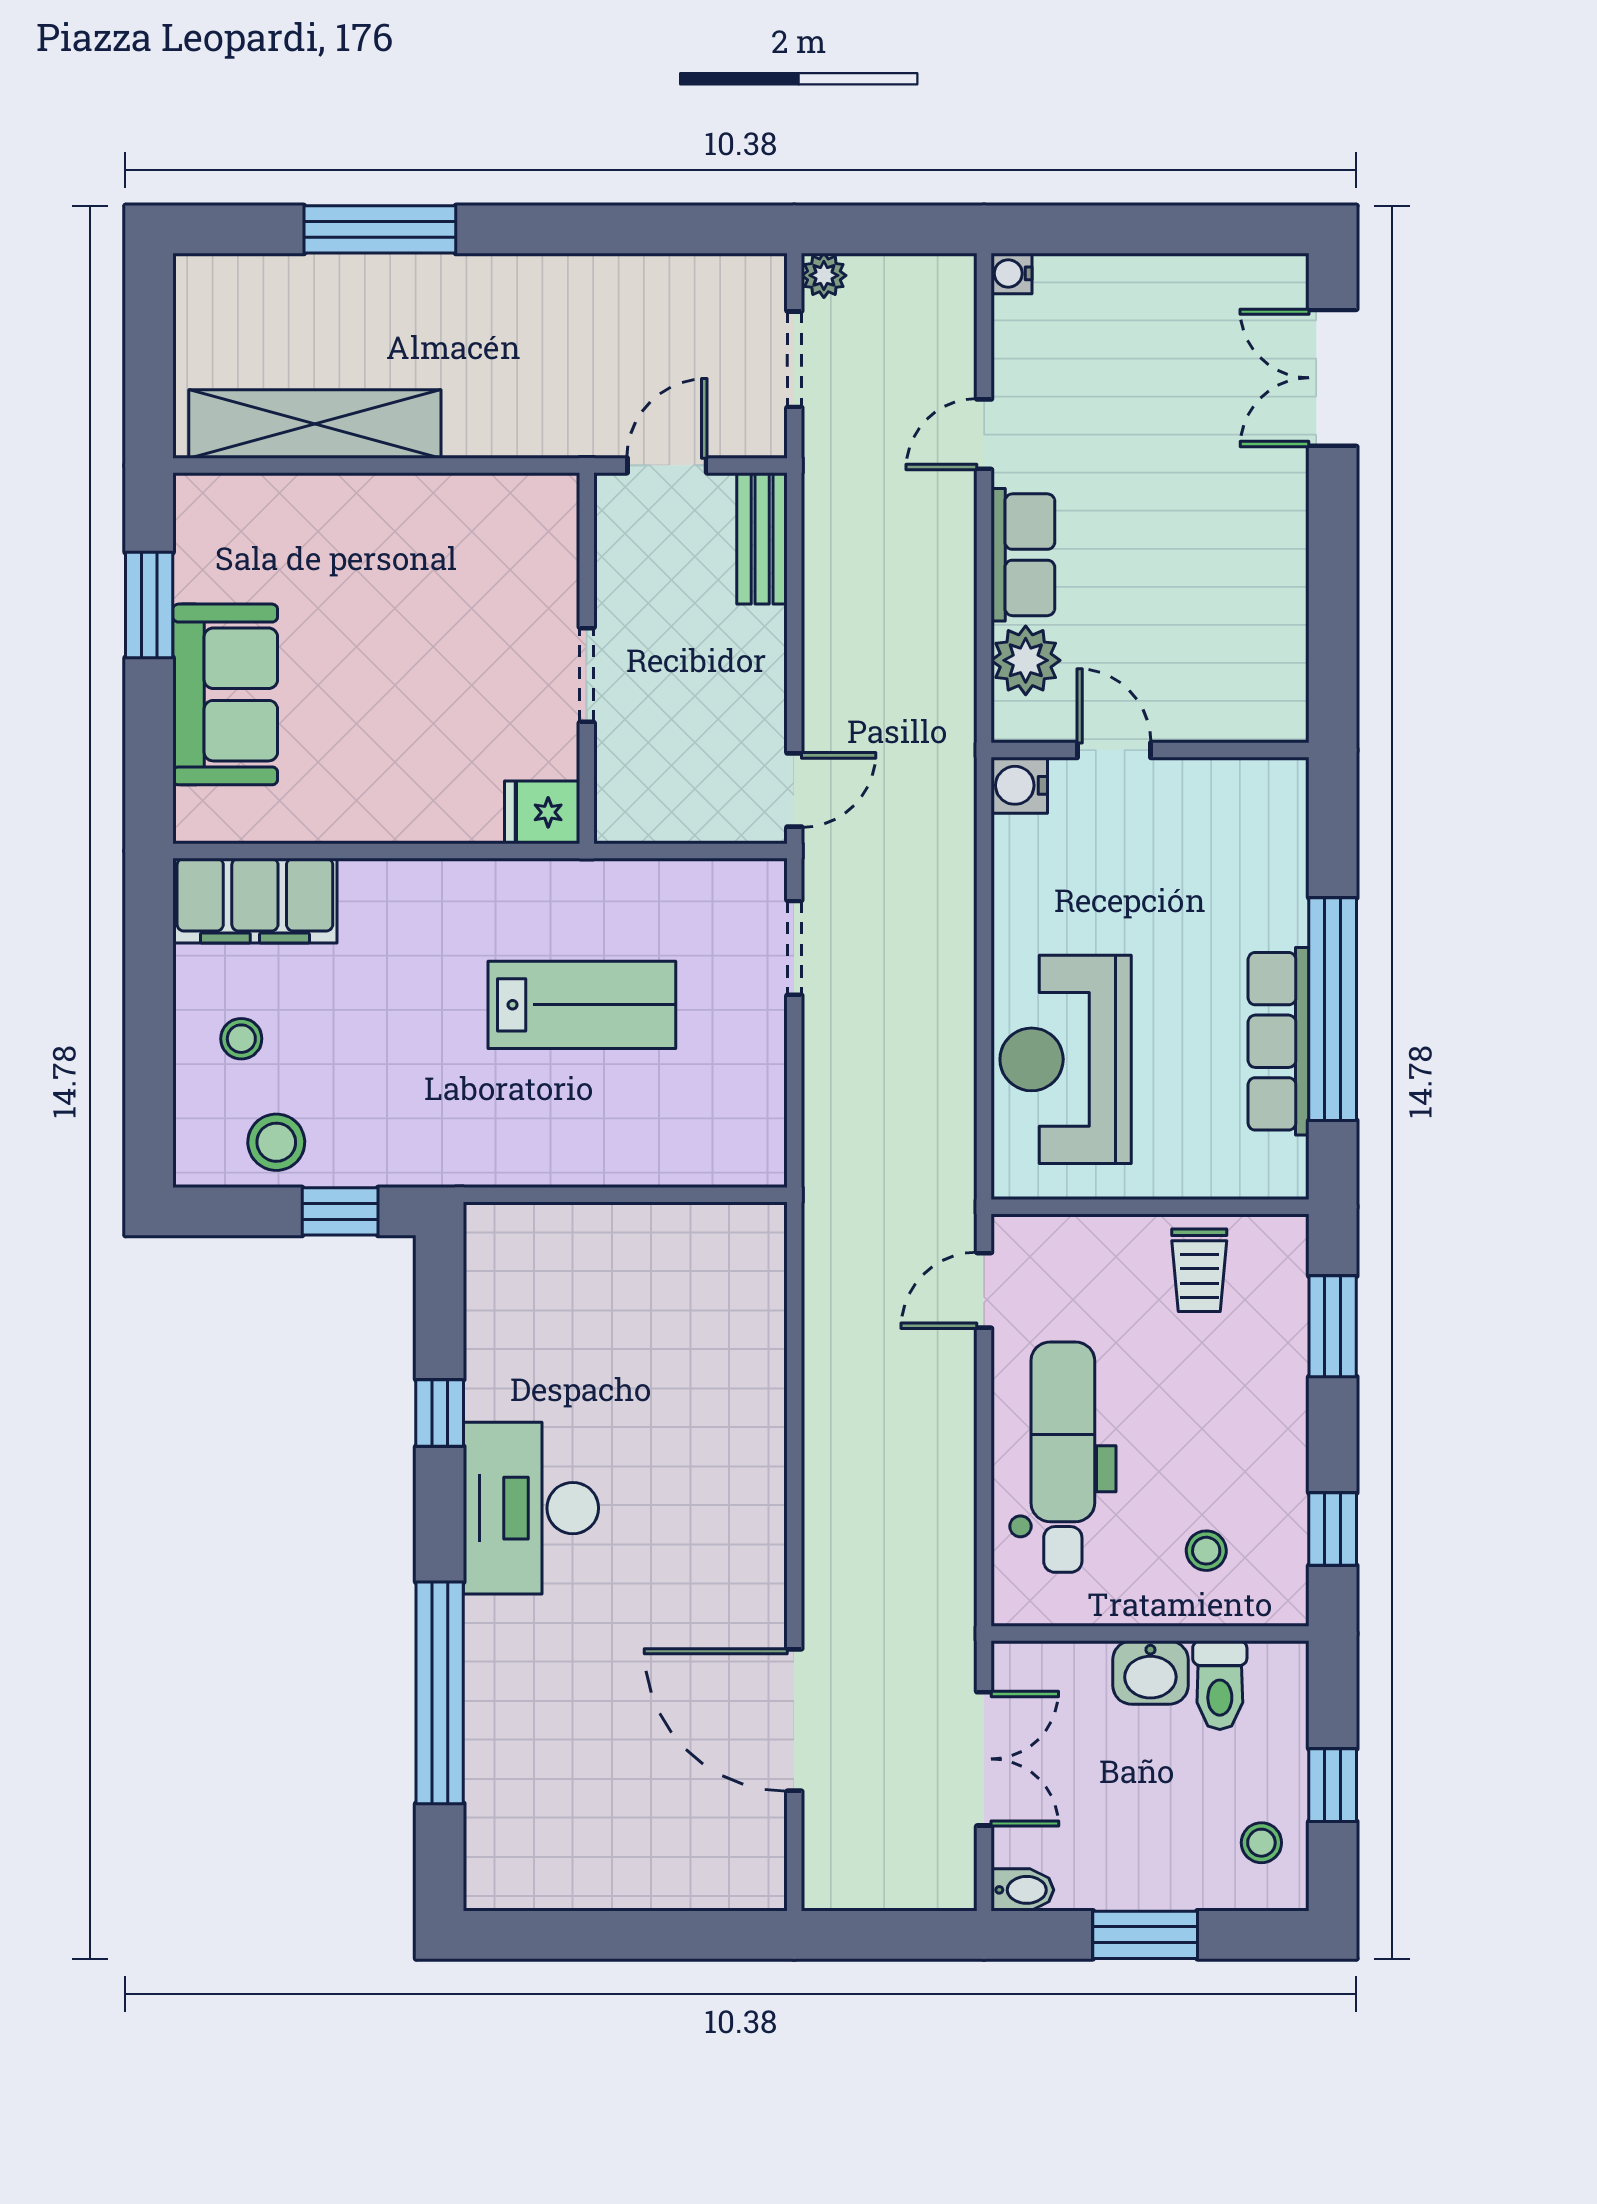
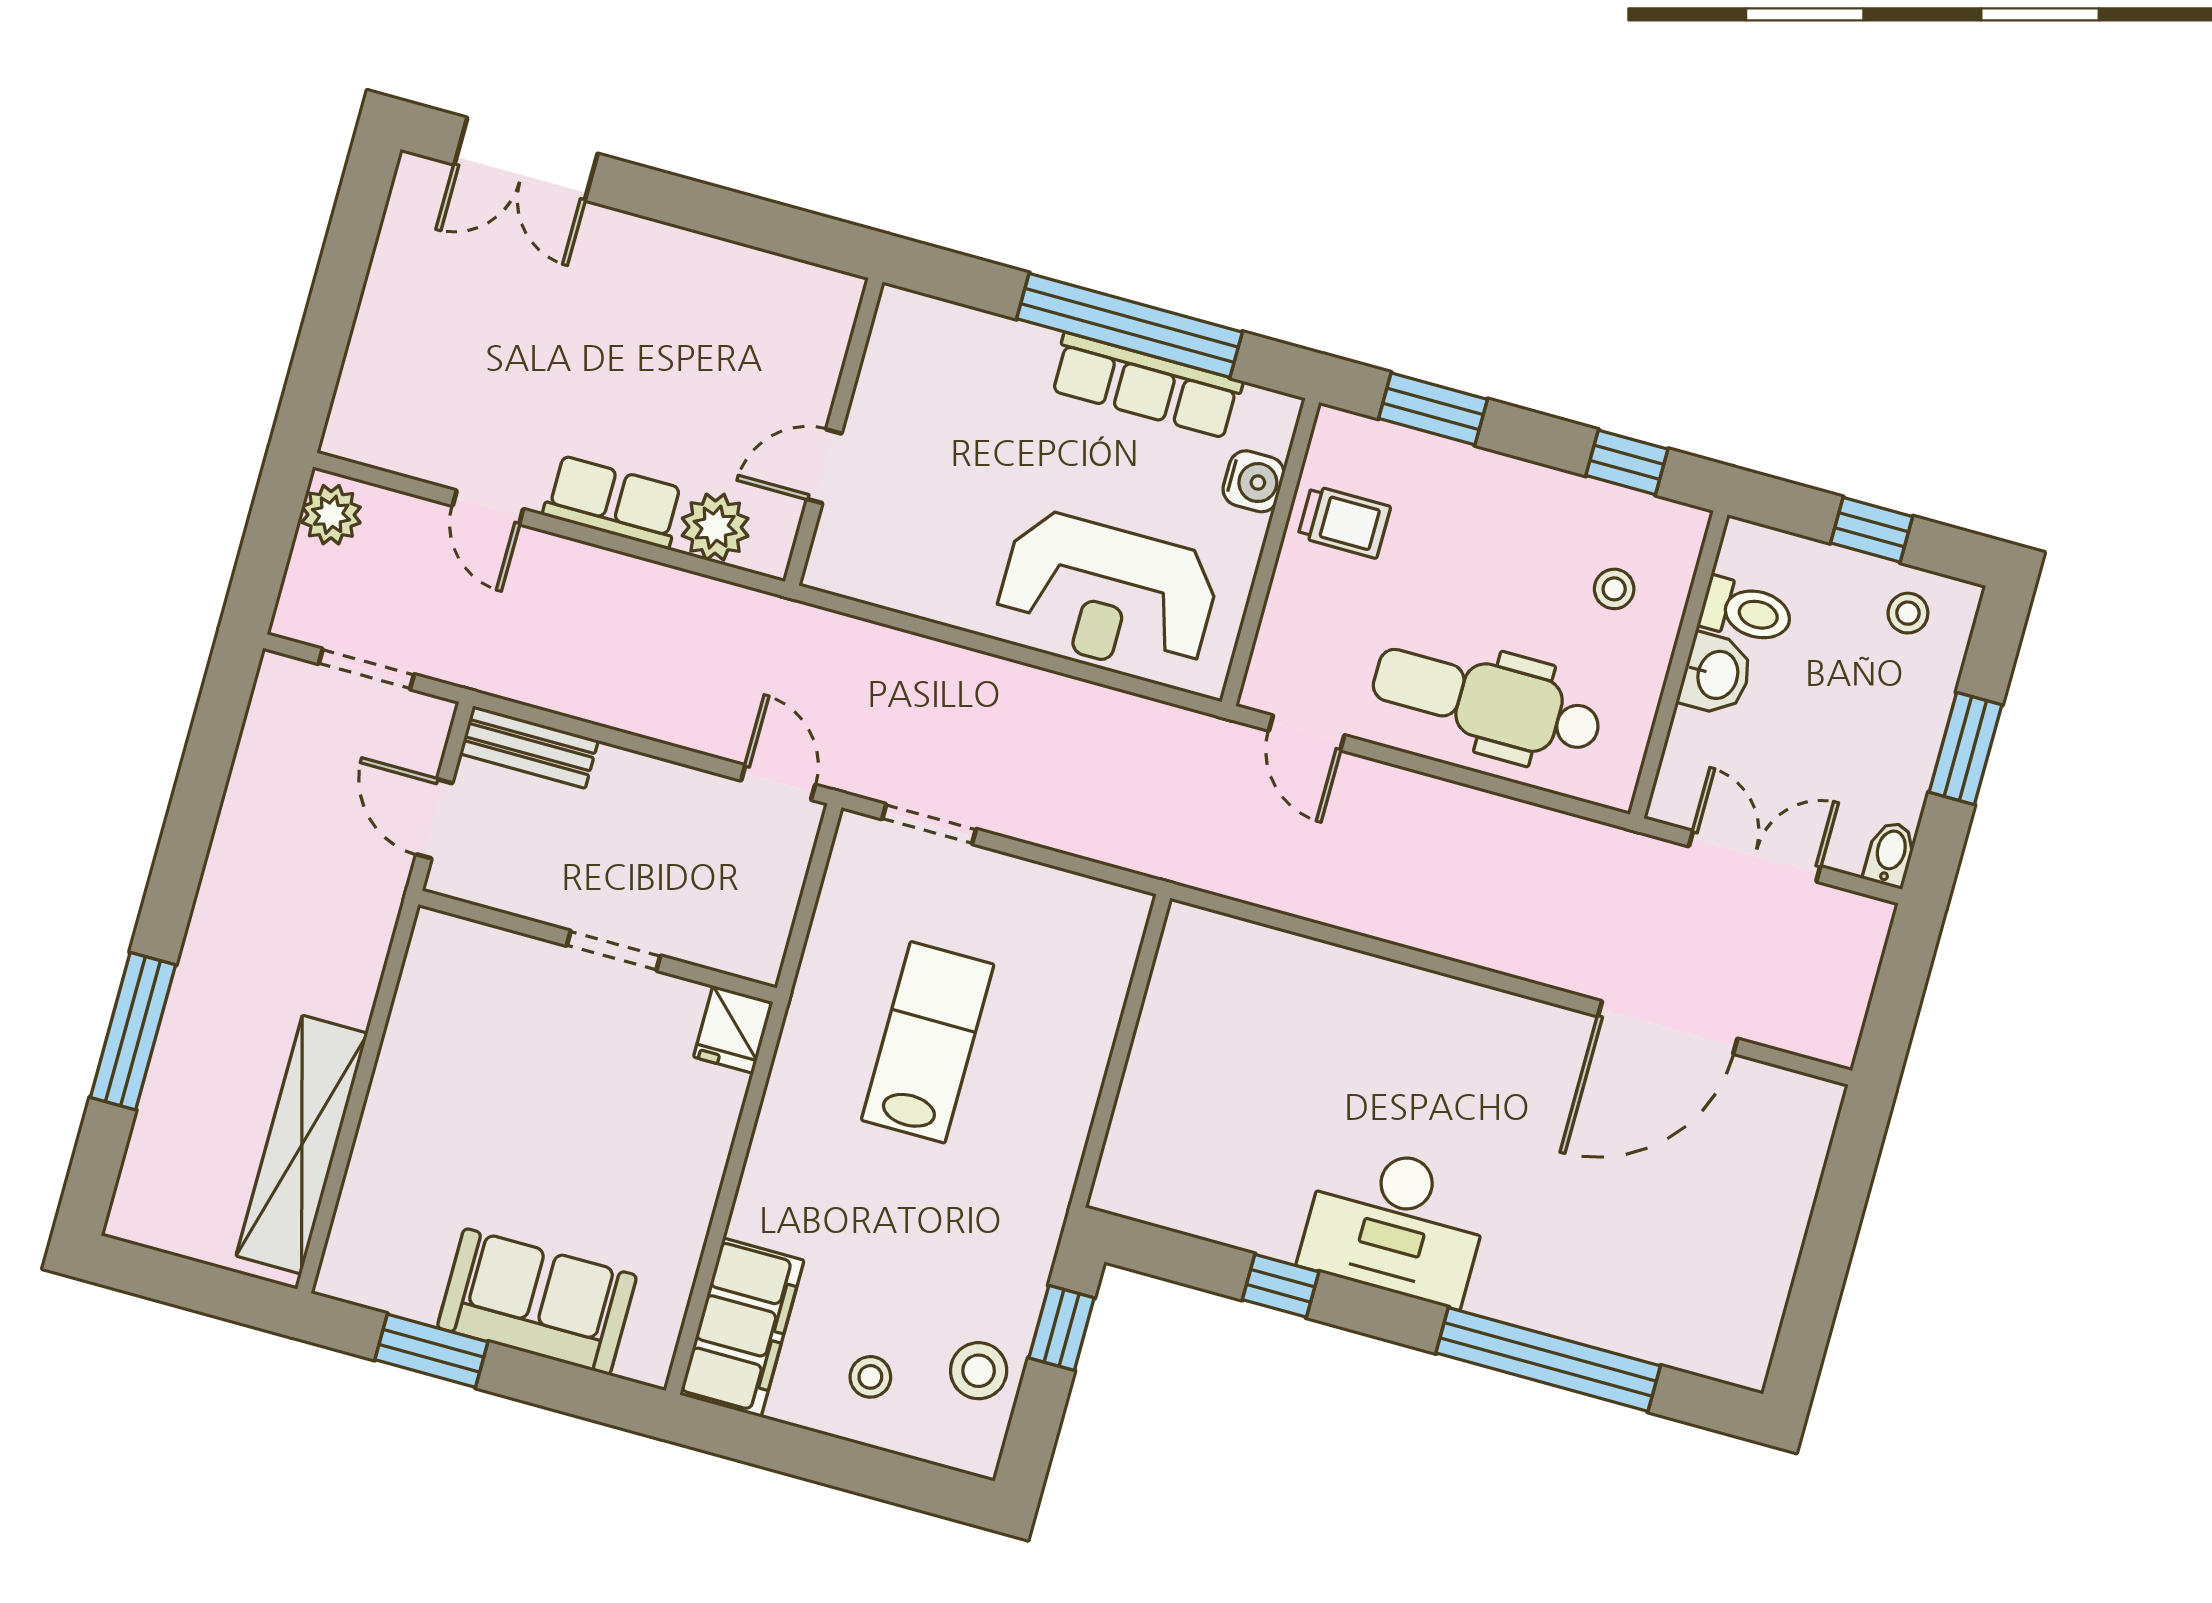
water cooler: (1011, 273) -> (341, 439), removed
plant: (824, 275) -> (331, 515), moved, width x1.38, depth x1.38
water cooler: (1019, 785) -> (1254, 481), moved, turned -90

